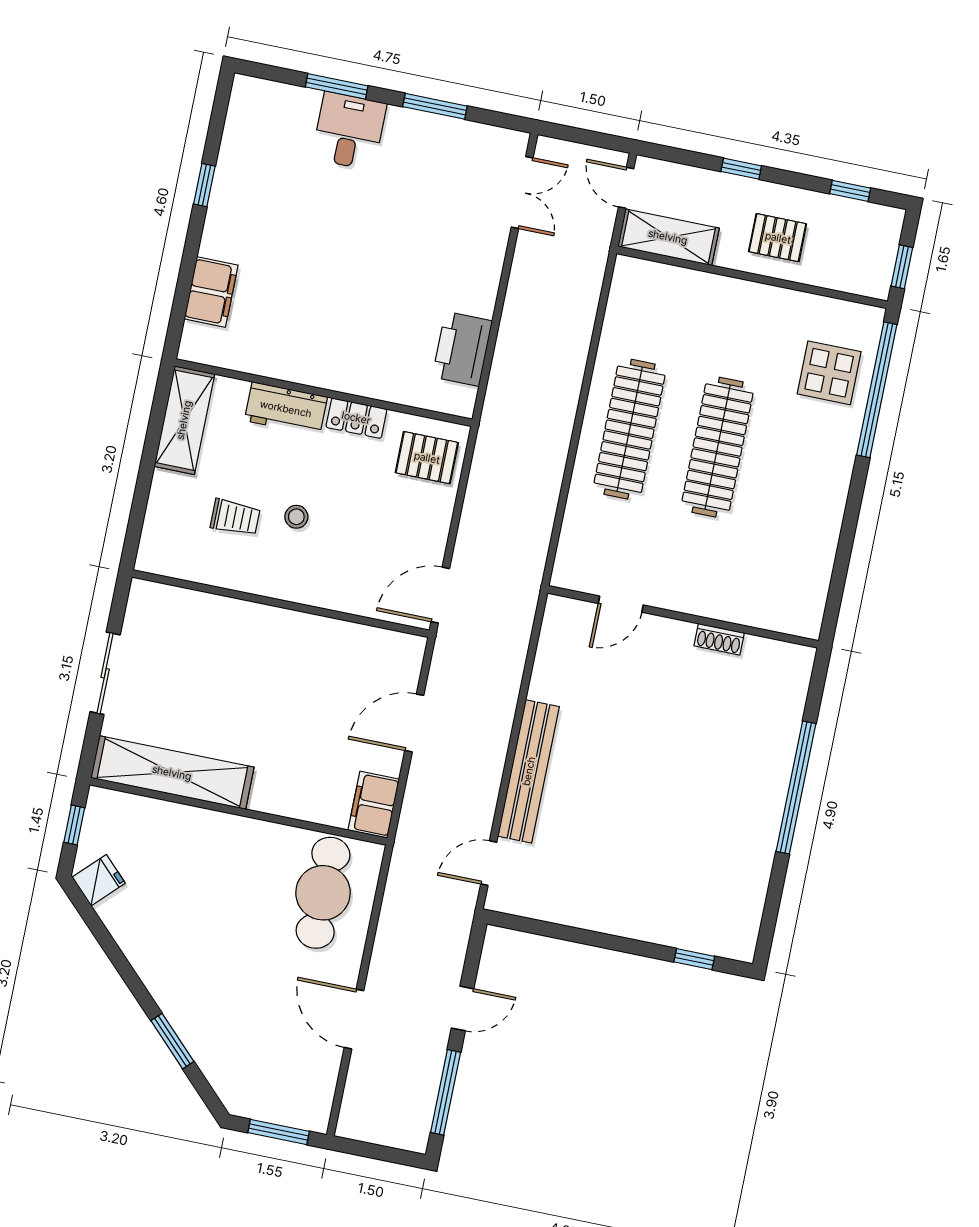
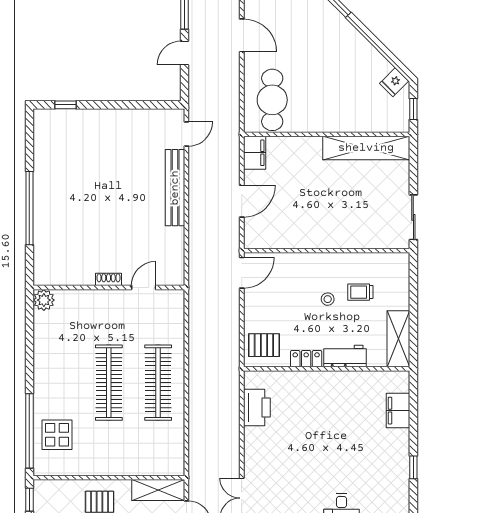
plant: (804, 618) -> (44, 300), added
shoe rack: (719, 639) -> (108, 279), moved
sliding door: (105, 673) -> (413, 217), moved

